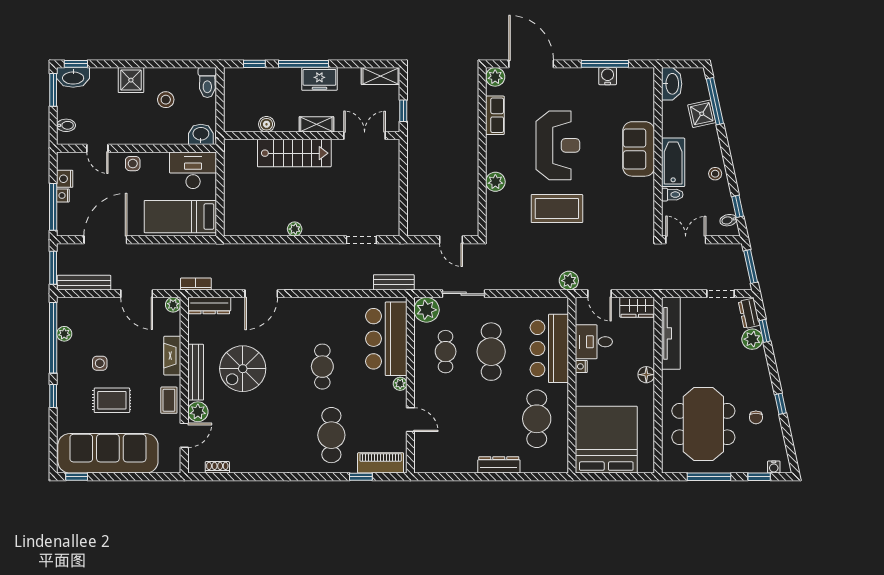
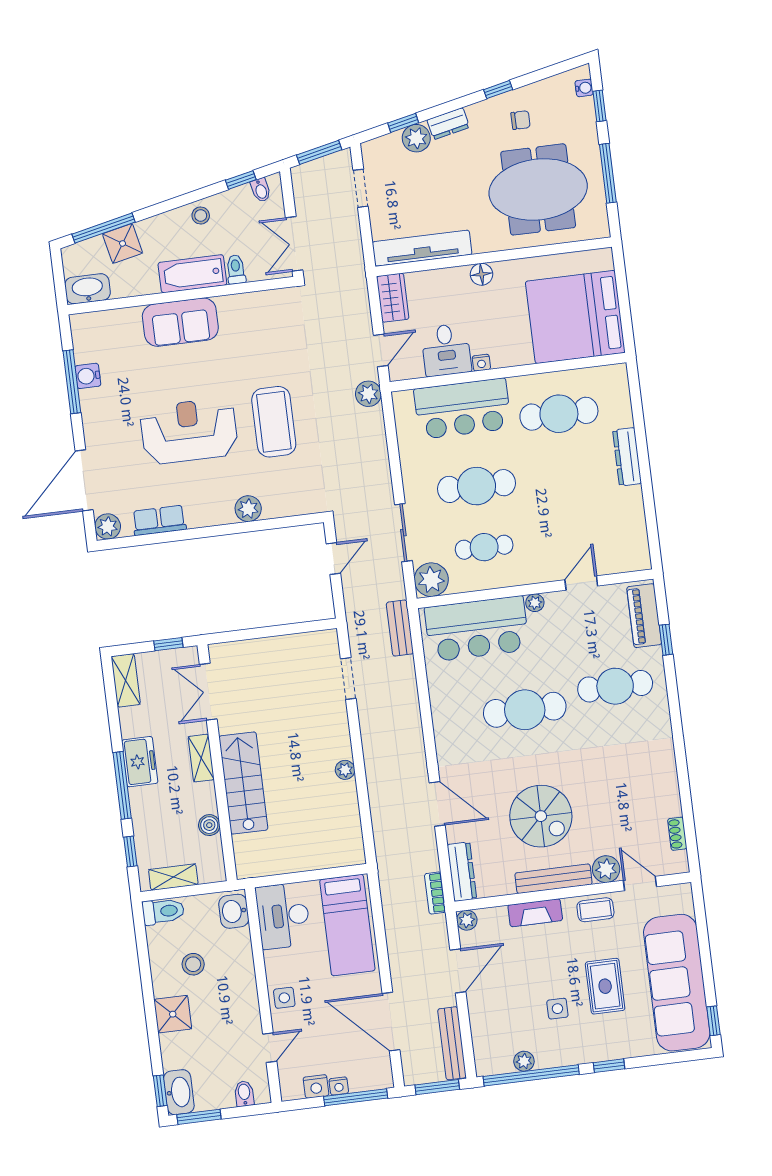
shelving: (232, 93) -> (173, 877), added
dresser: (749, 313) -> (448, 124), moved
cafe table: (322, 367) -> (525, 710), width x1.37, depth x1.35

